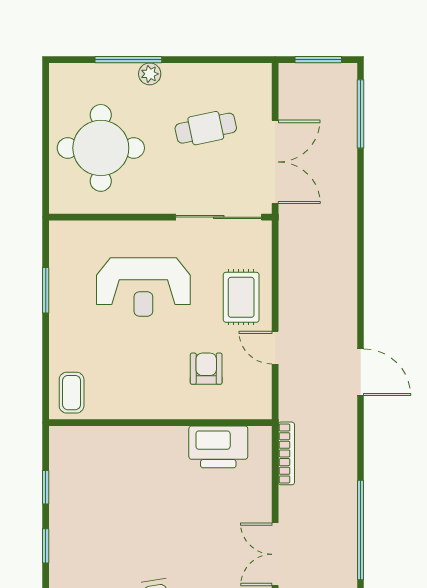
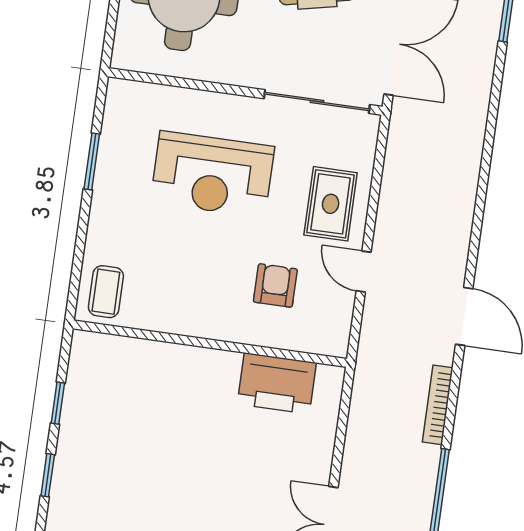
bookcase: (286, 453) -> (438, 405), moved, turned 180

